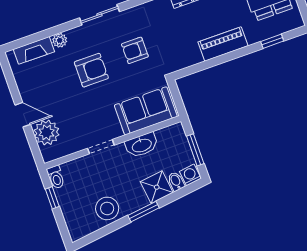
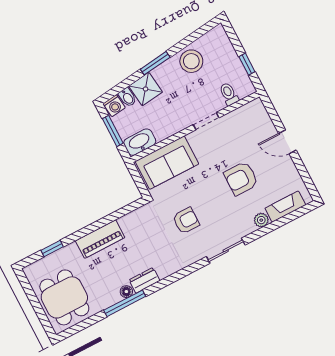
armchair: (91, 70) -> (241, 178), moved
plant: (47, 133) -> (261, 128), removed
washbasin: (142, 145) -> (140, 142), moved
toilet: (56, 177) -> (229, 94), moved

